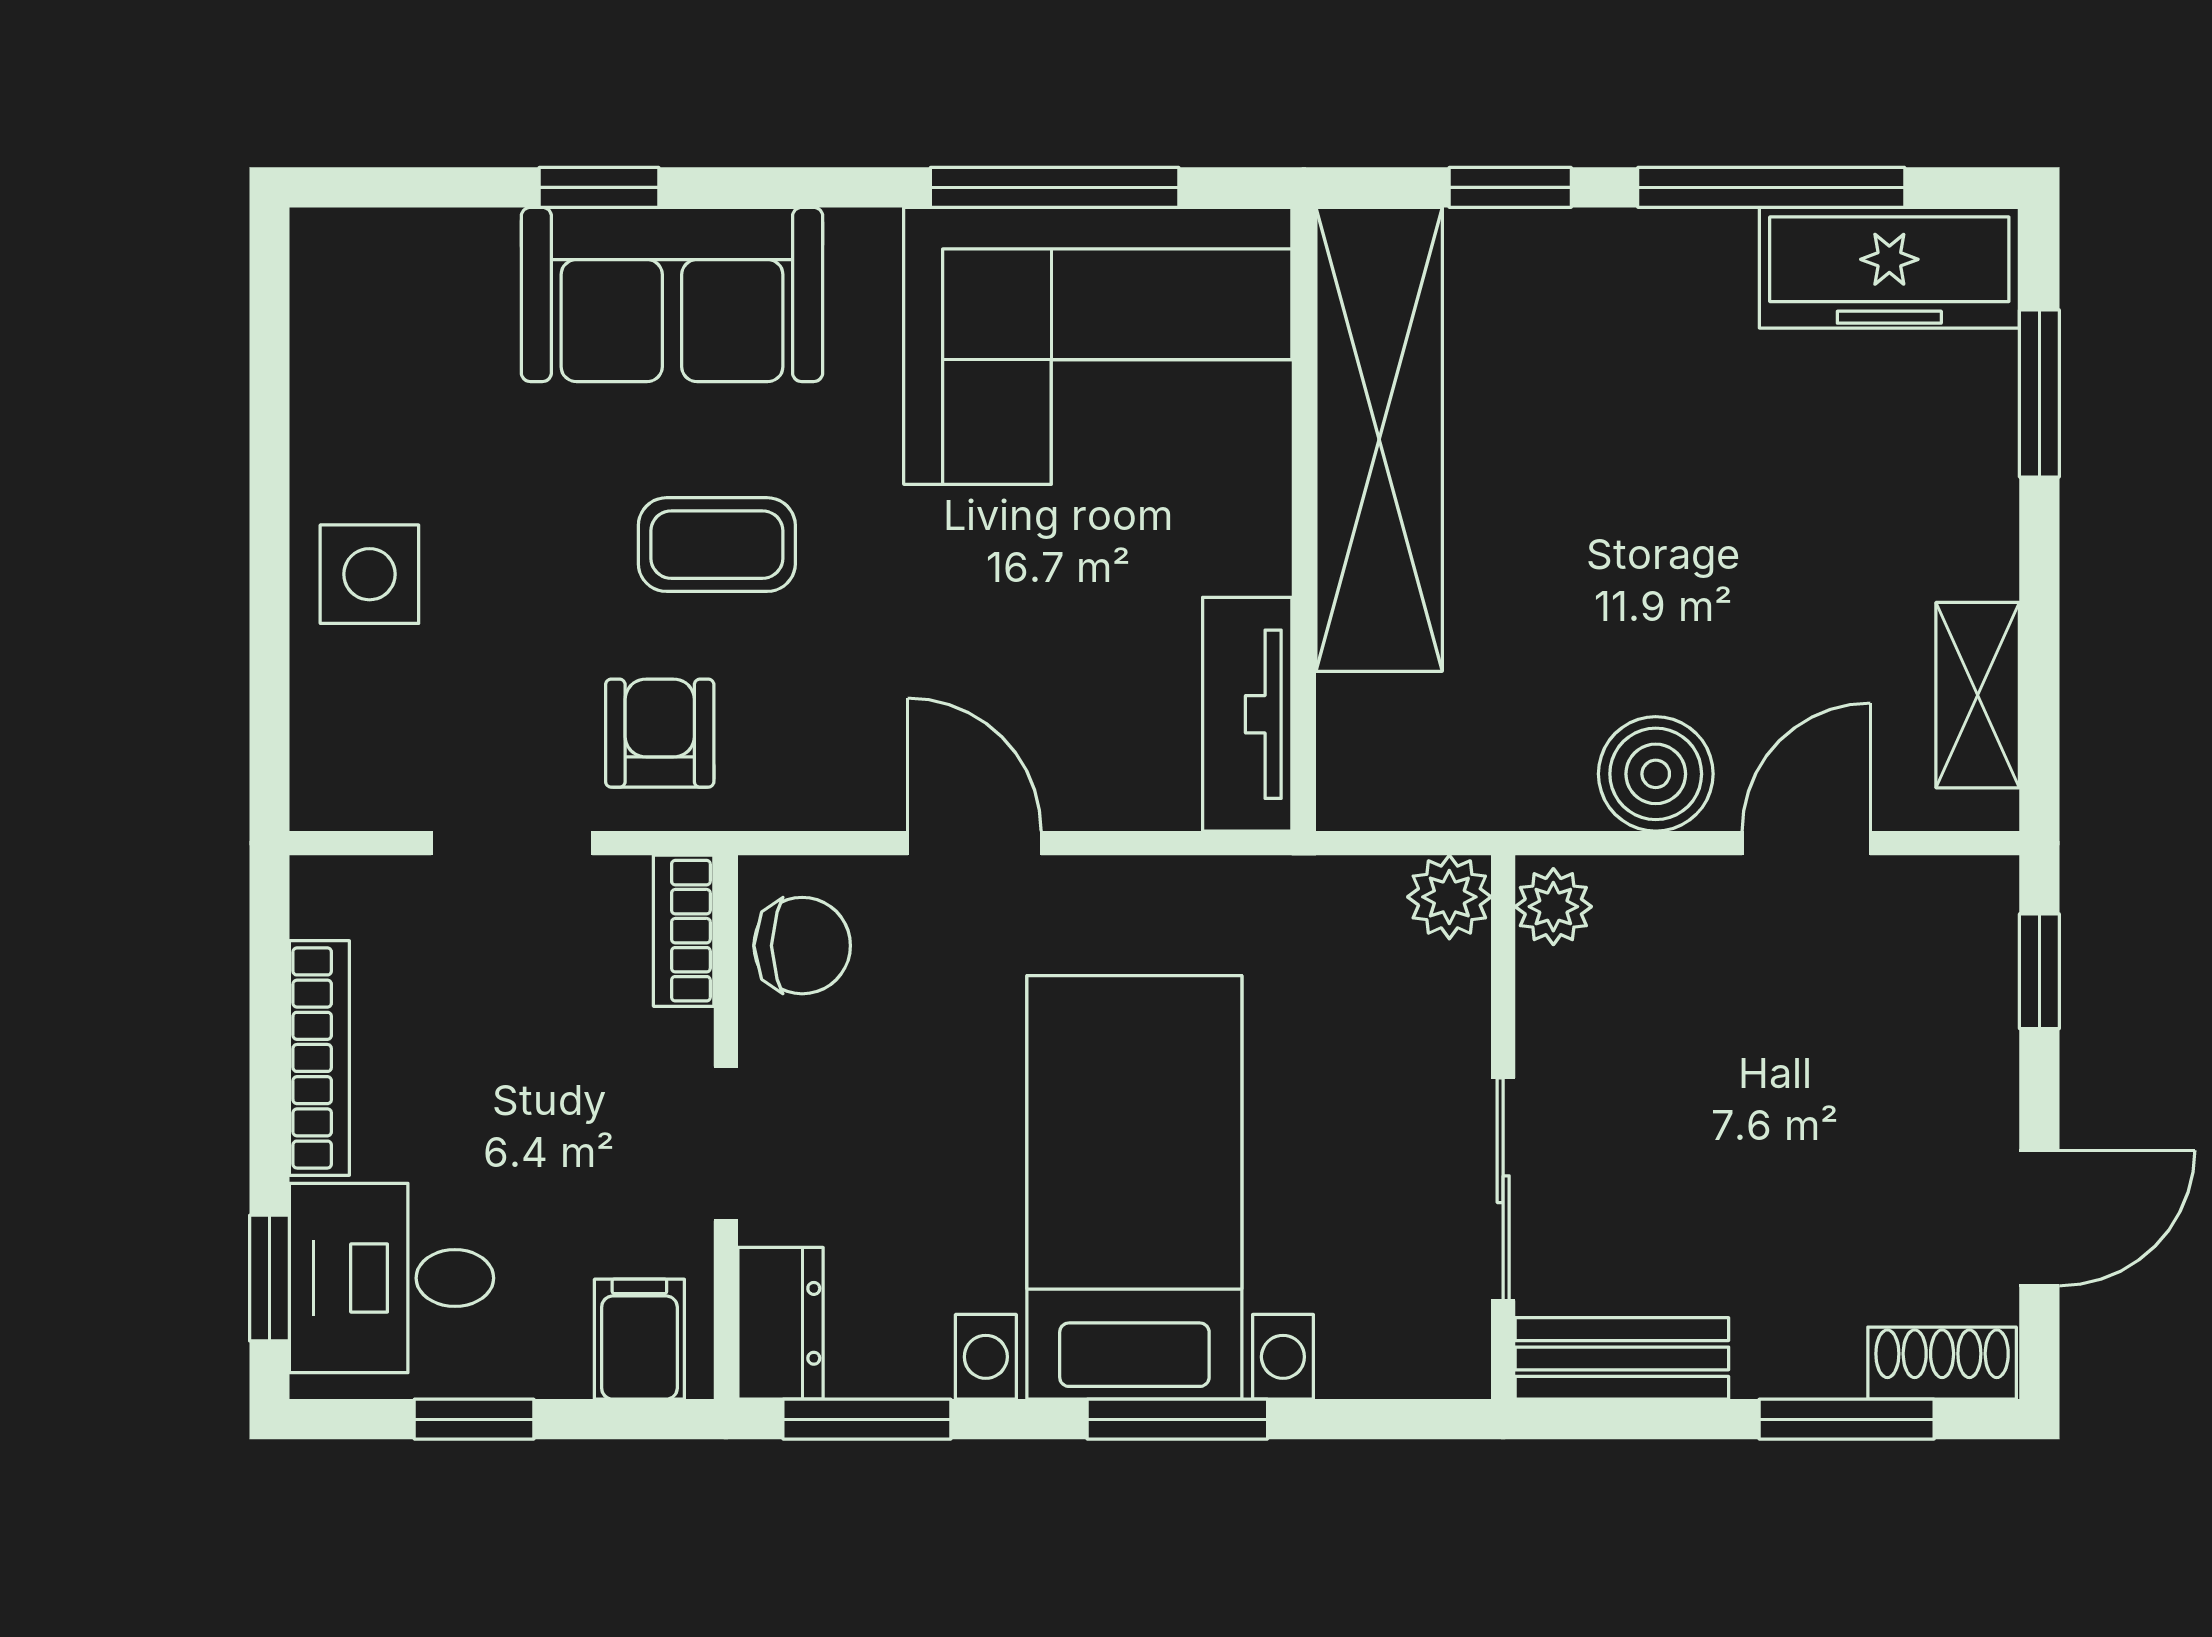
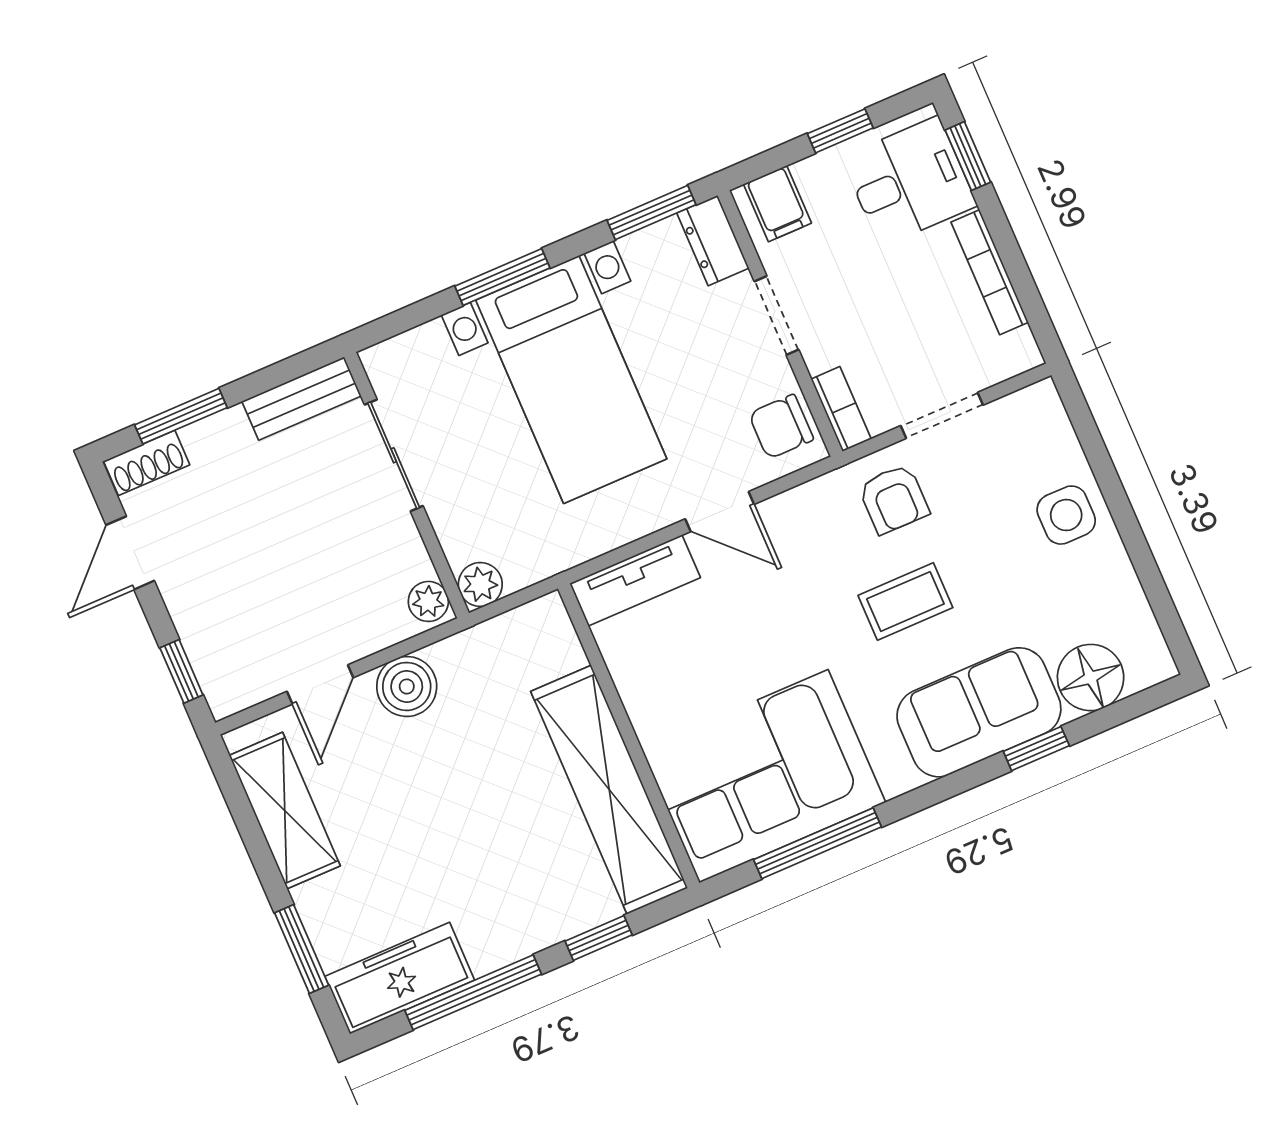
floor lamp: (450, 271) -> (1091, 678), added
shelving: (1978, 695) -> (285, 811), width x1.50, depth x1.33
tv unit: (1247, 714) -> (635, 580), moved, turned 90

